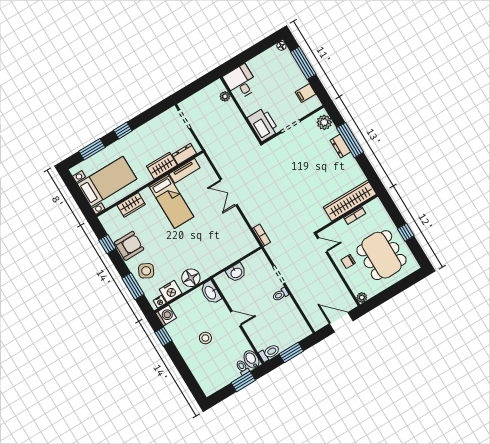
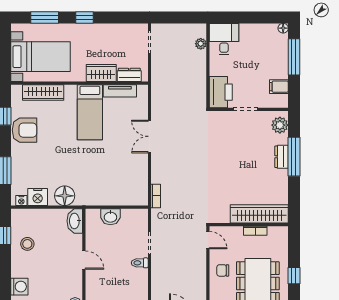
wardrobe: (131, 205) -> (43, 93), width x1.50
side table: (146, 271) -> (26, 164), removed
washing machine: (166, 316) -> (19, 287), moved
stool: (205, 338) -> (27, 244), moved

